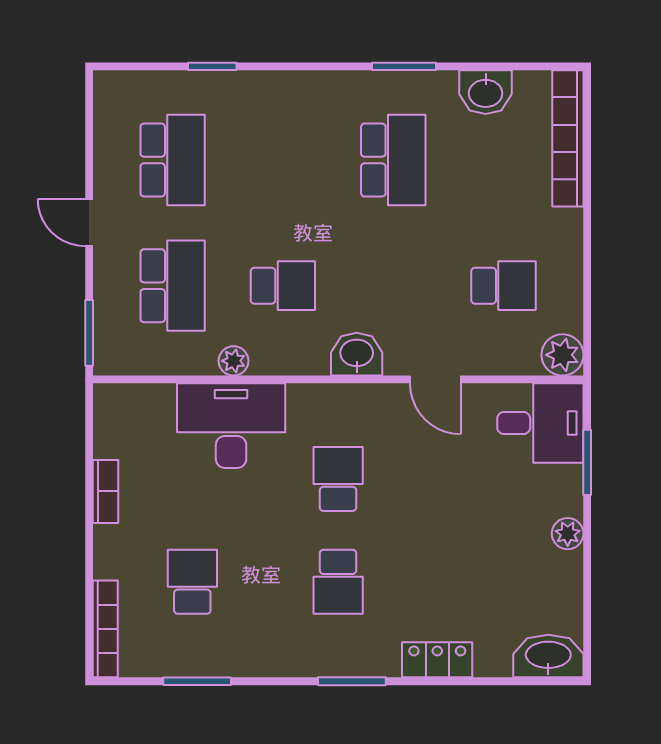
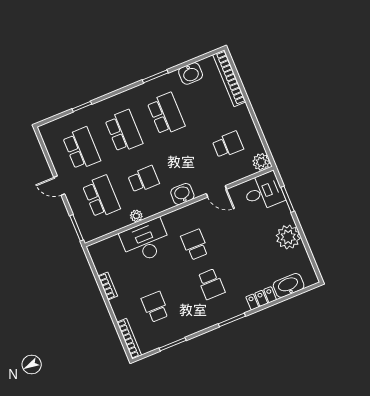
school desk: (283, 160) -> (124, 131), added
plant: (568, 534) -> (288, 237), width x1.87, depth x1.87
washbasin: (548, 656) -> (289, 285), moved

